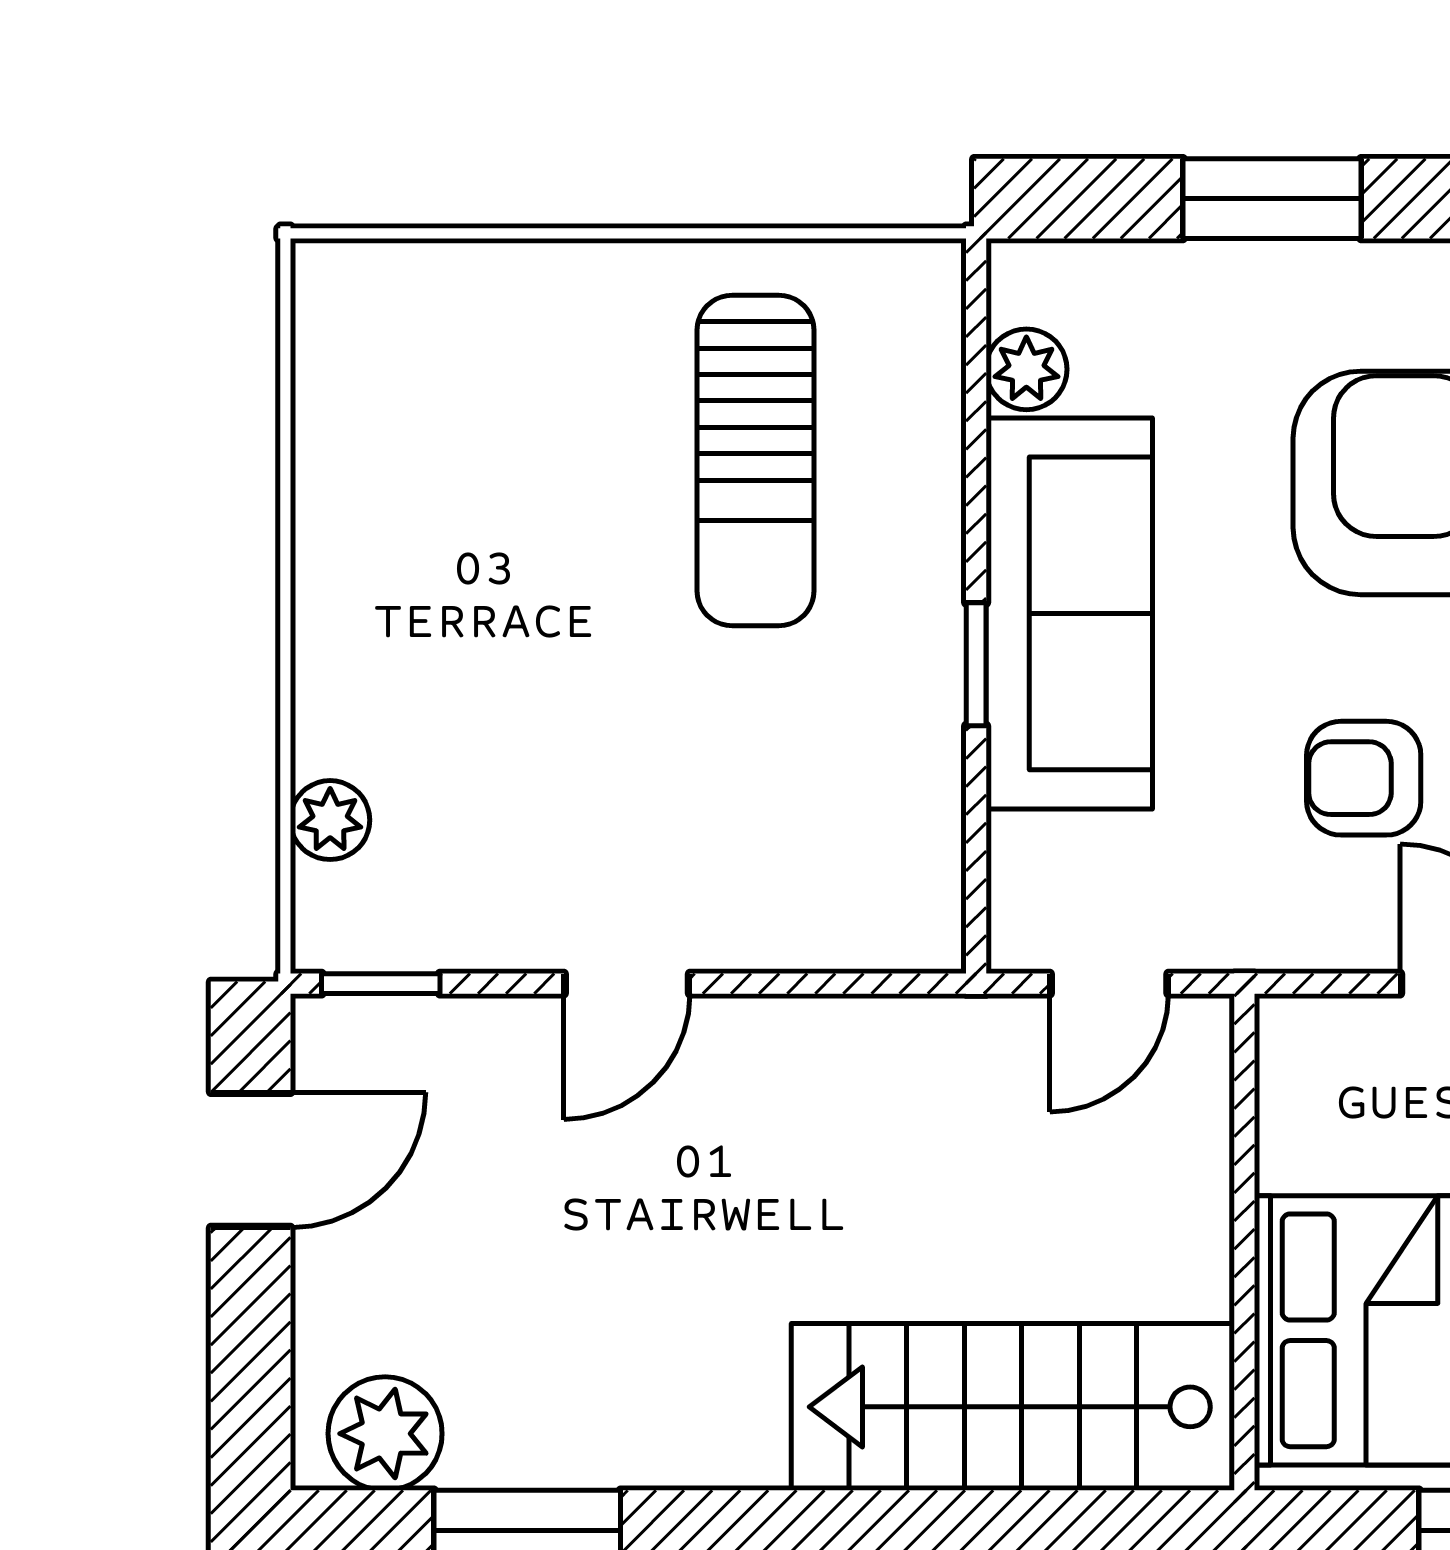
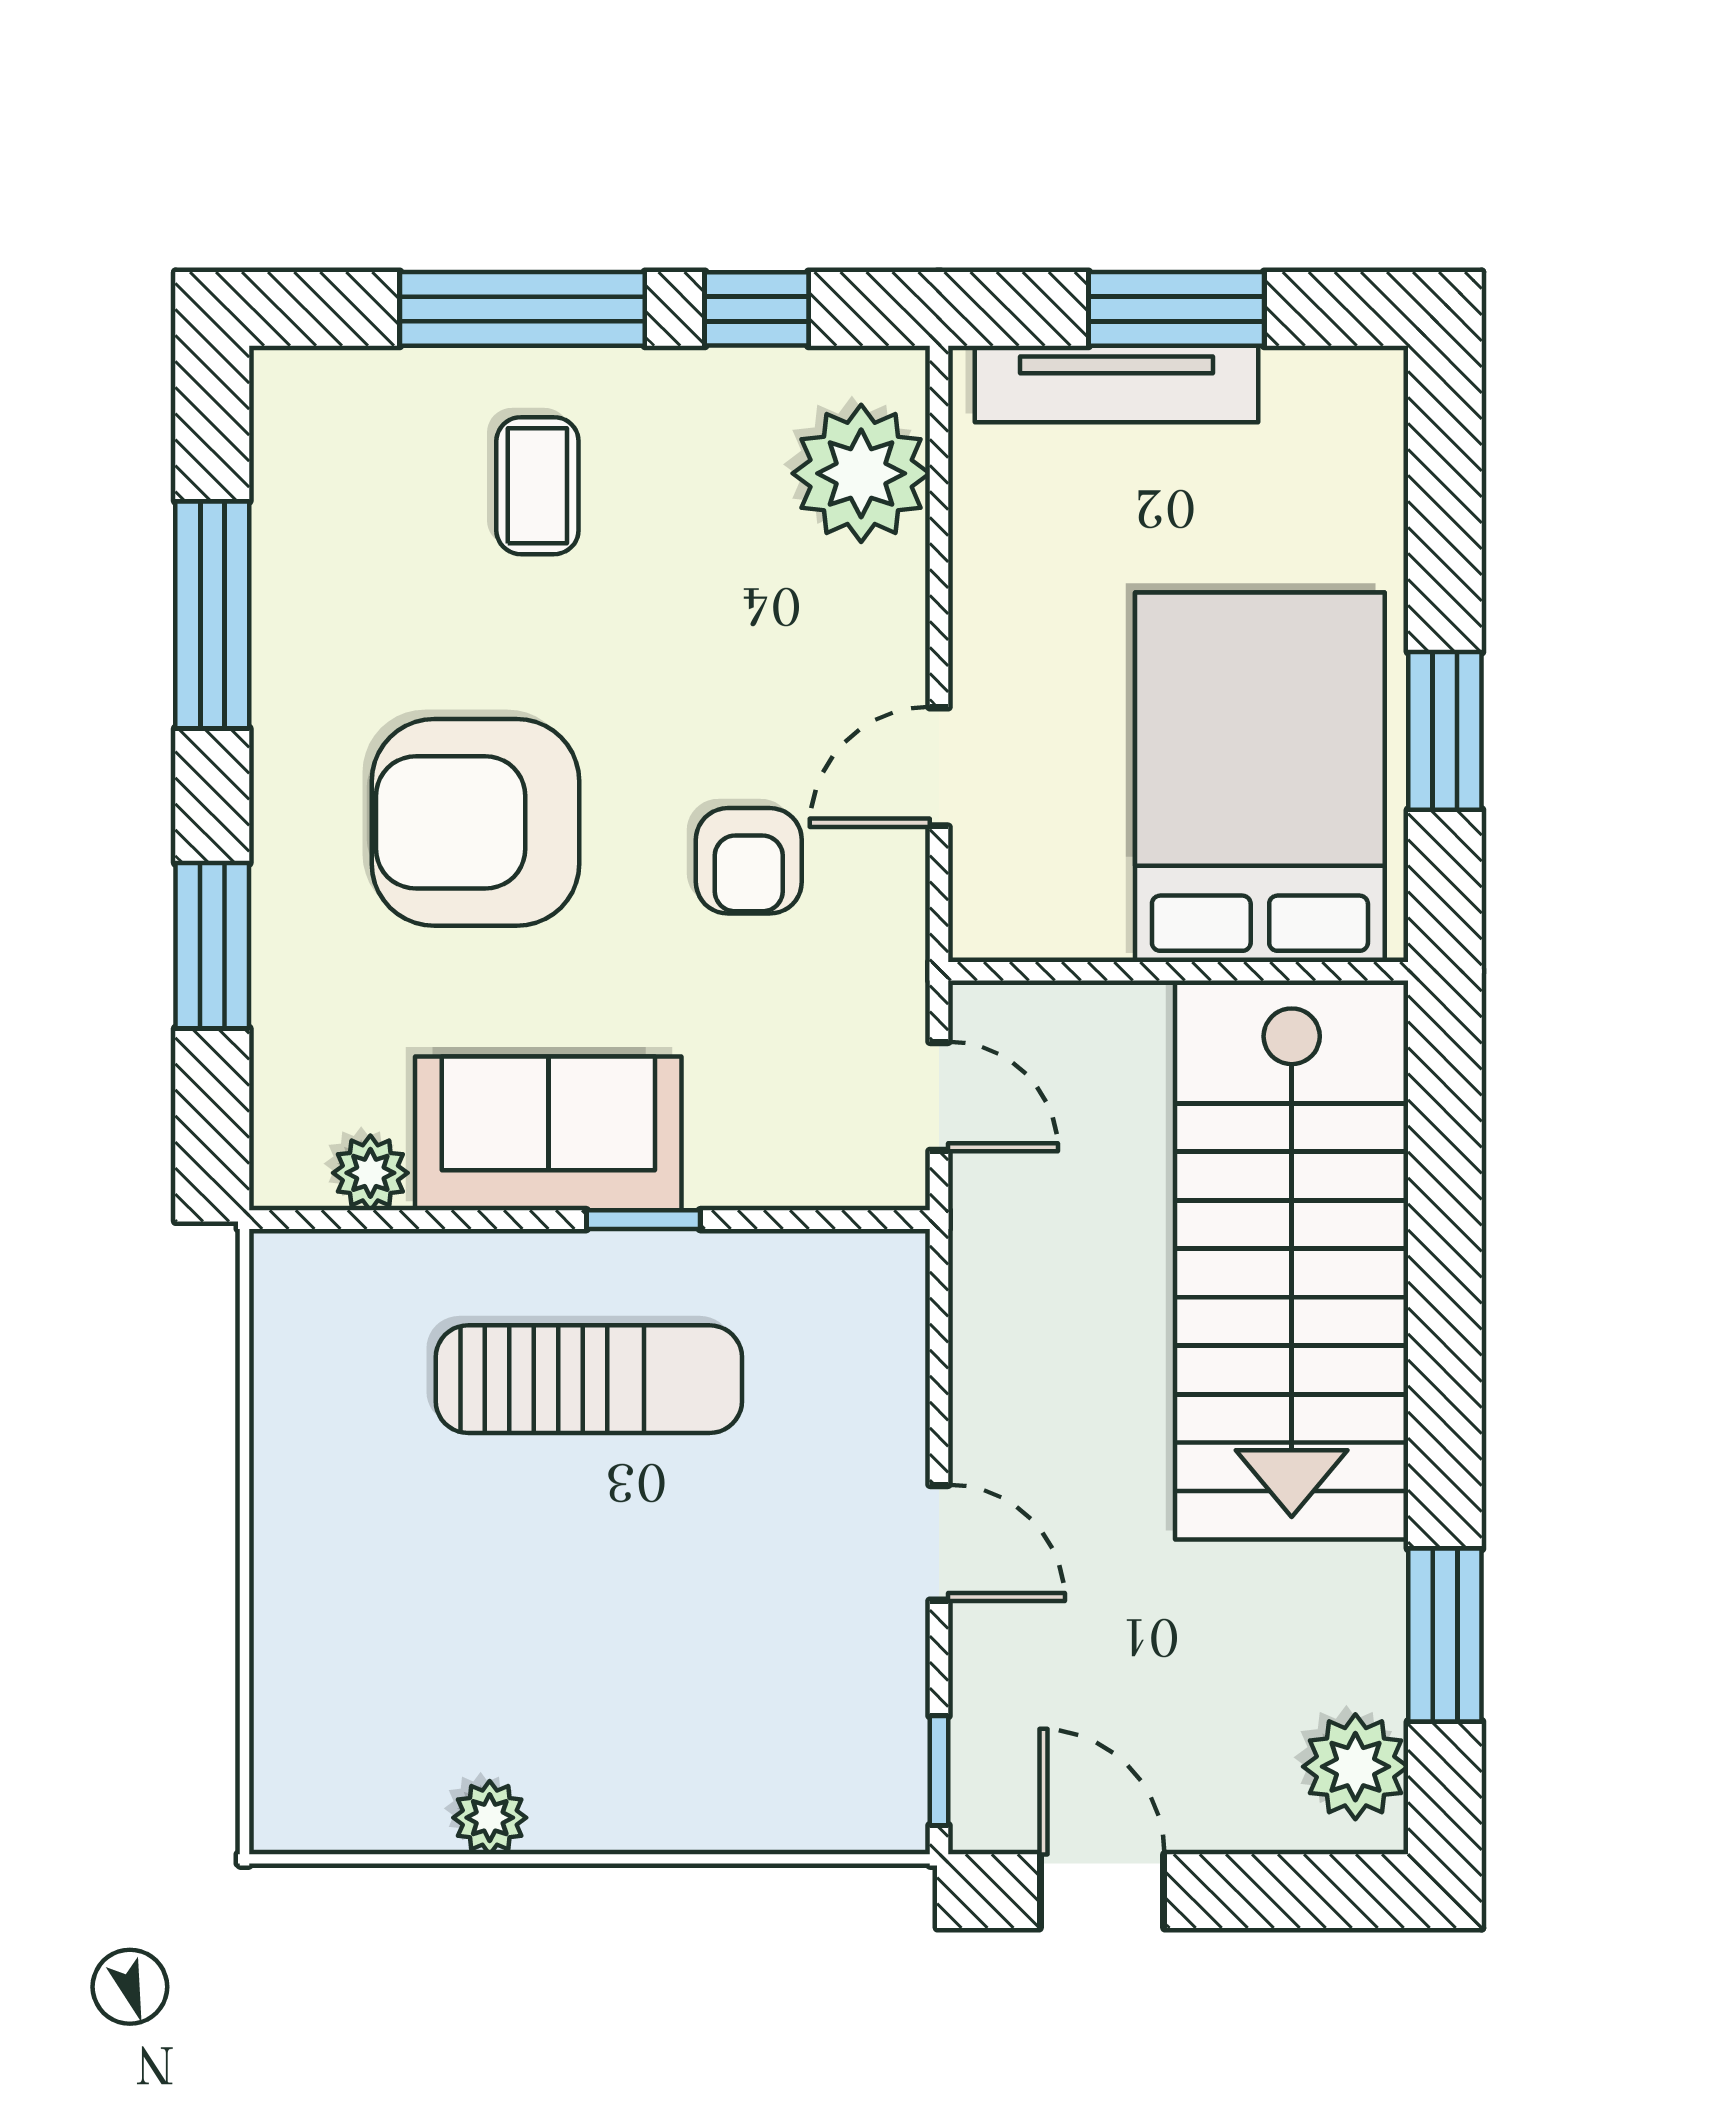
sun lounger: (755, 461) -> (589, 1379), moved
sofa: (1069, 613) -> (548, 1133), width x0.73
plant: (330, 820) -> (490, 1818), moved
stairs: (1013, 1407) -> (1292, 1260), width x1.36, depth x1.51

